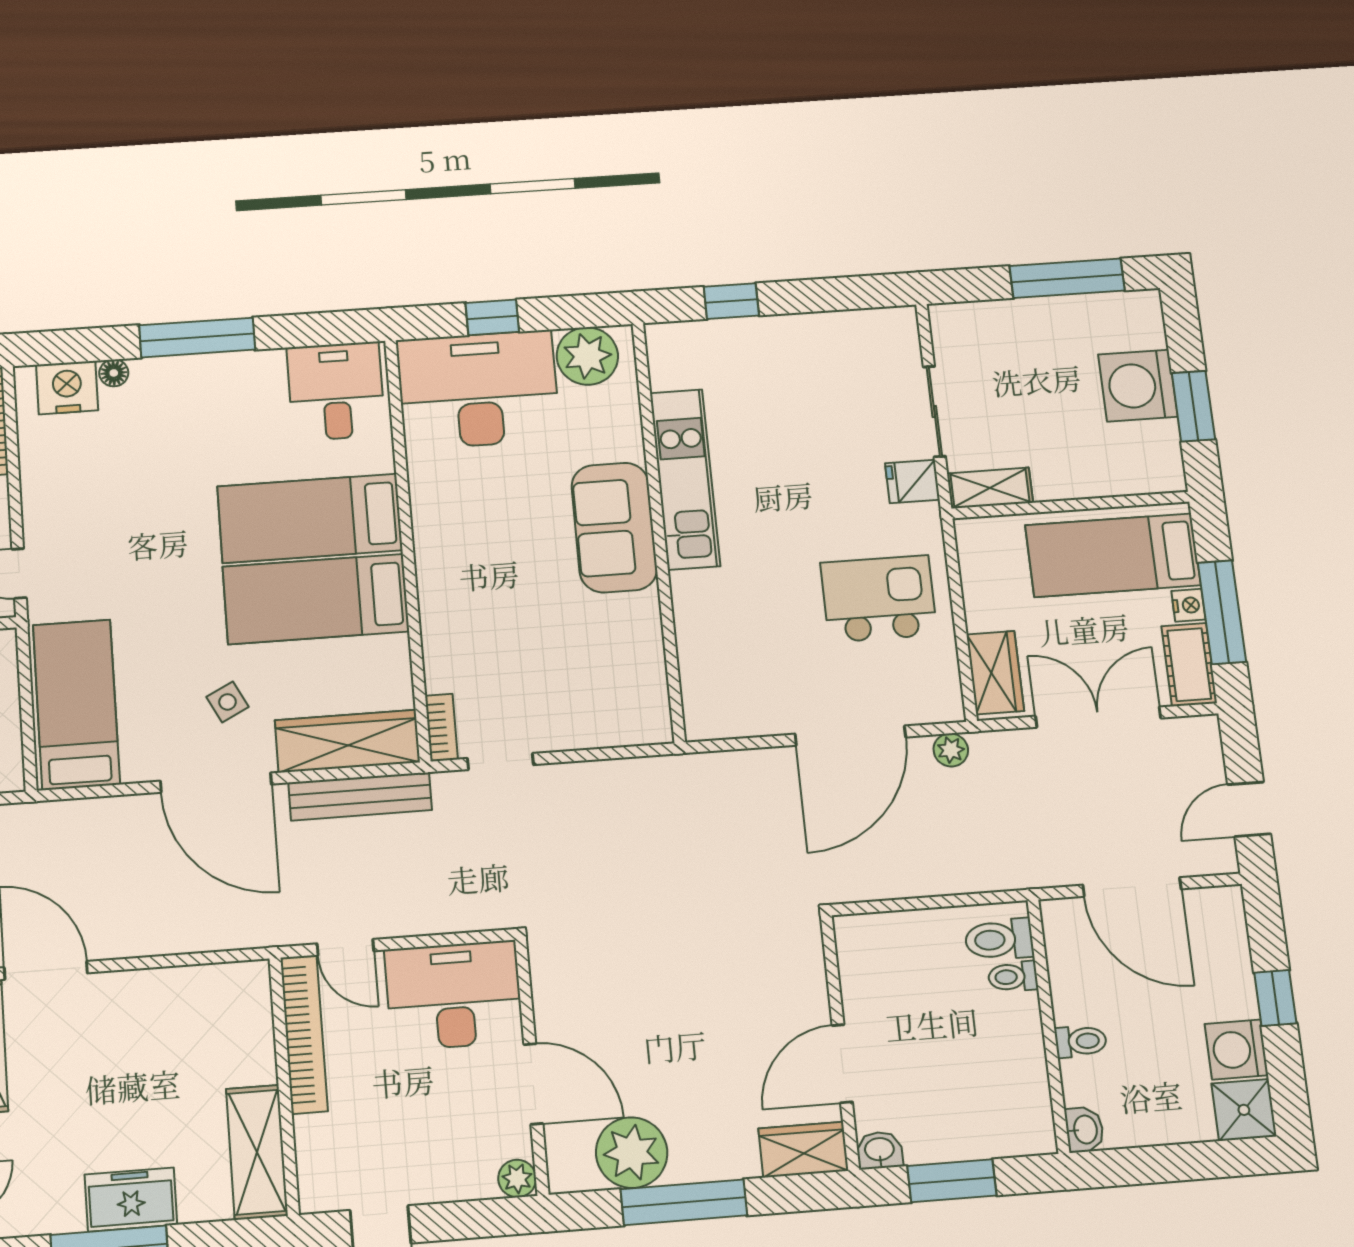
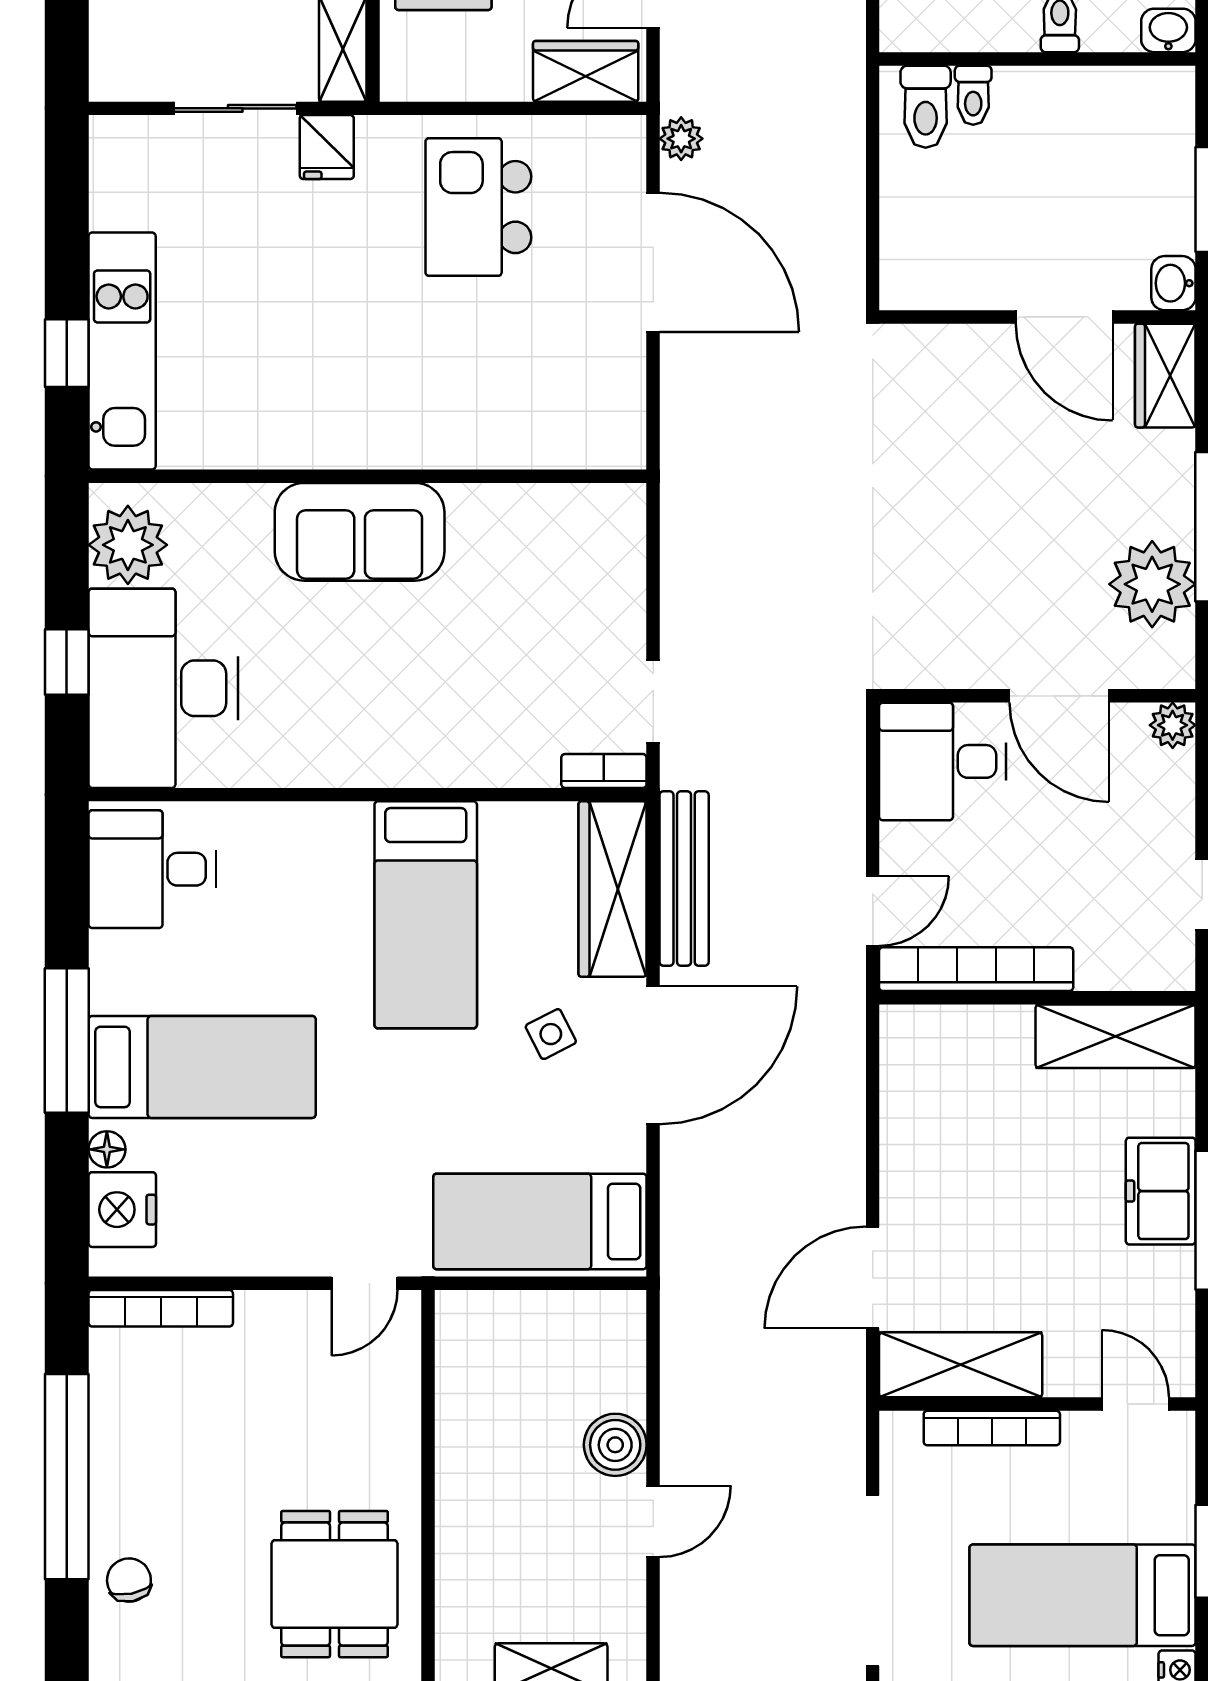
kitchen unit: (685, 479) -> (122, 351), moved, turned 90
bed: (310, 518) -> (202, 1067), moved, turned -90
desk: (454, 995) -> (943, 761), width x0.73
door: (533, 1084) -> (1059, 696), swing flipped

